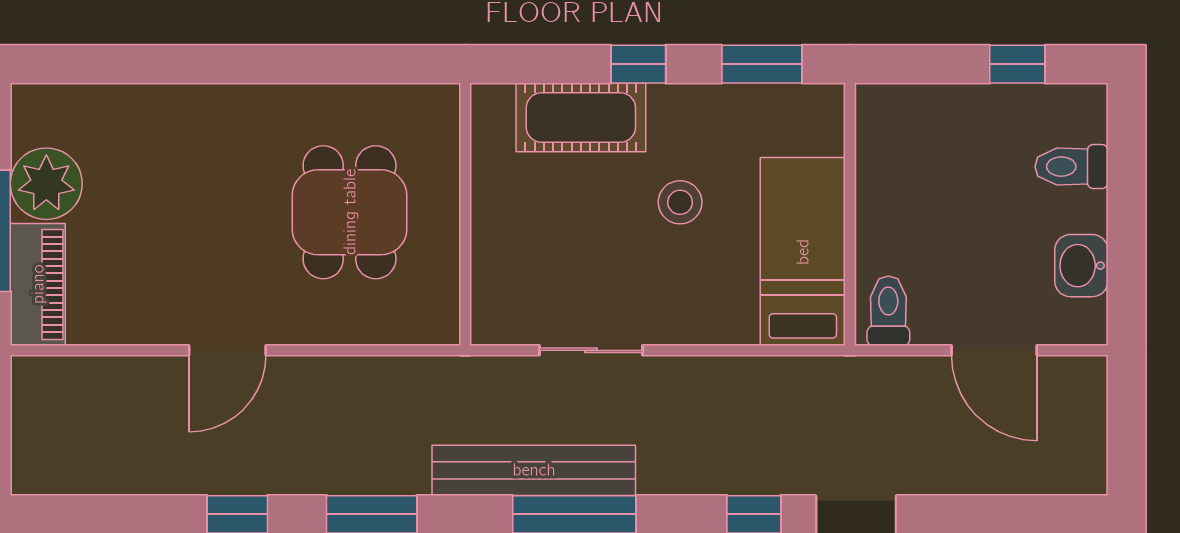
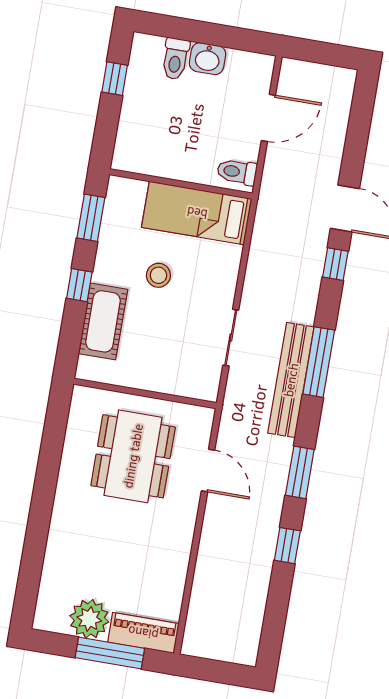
dining table: (350, 212) -> (133, 456), width x1.38
washbasin: (1081, 266) -> (208, 59), moved
door: (227, 350) -> (208, 470), moved

